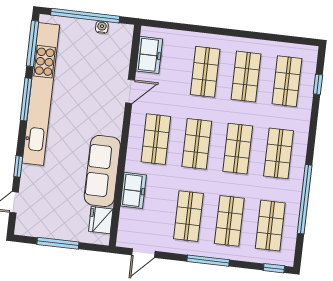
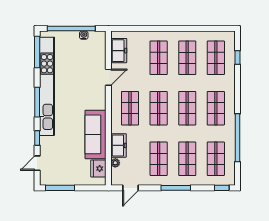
window: (26, 99) -> (37, 102), moved
plant: (126, 215) -> (115, 163), added
window: (58, 243) -> (60, 188), moved

